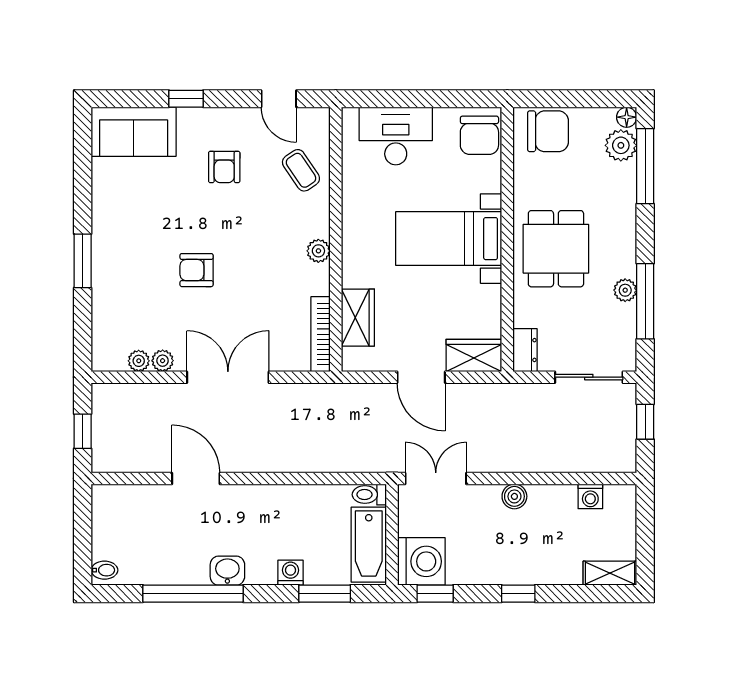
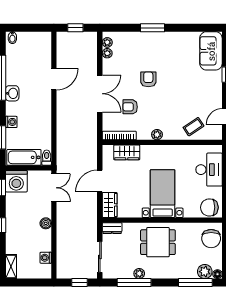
armchair: (224, 167) -> (130, 107), moved
plant: (163, 361) -> (107, 42), moved

